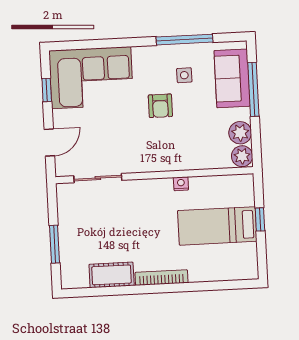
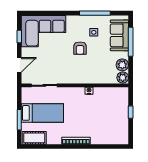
bed: (217, 226) -> (42, 113), moved, turned 180
cot: (112, 275) -> (34, 138), moved

